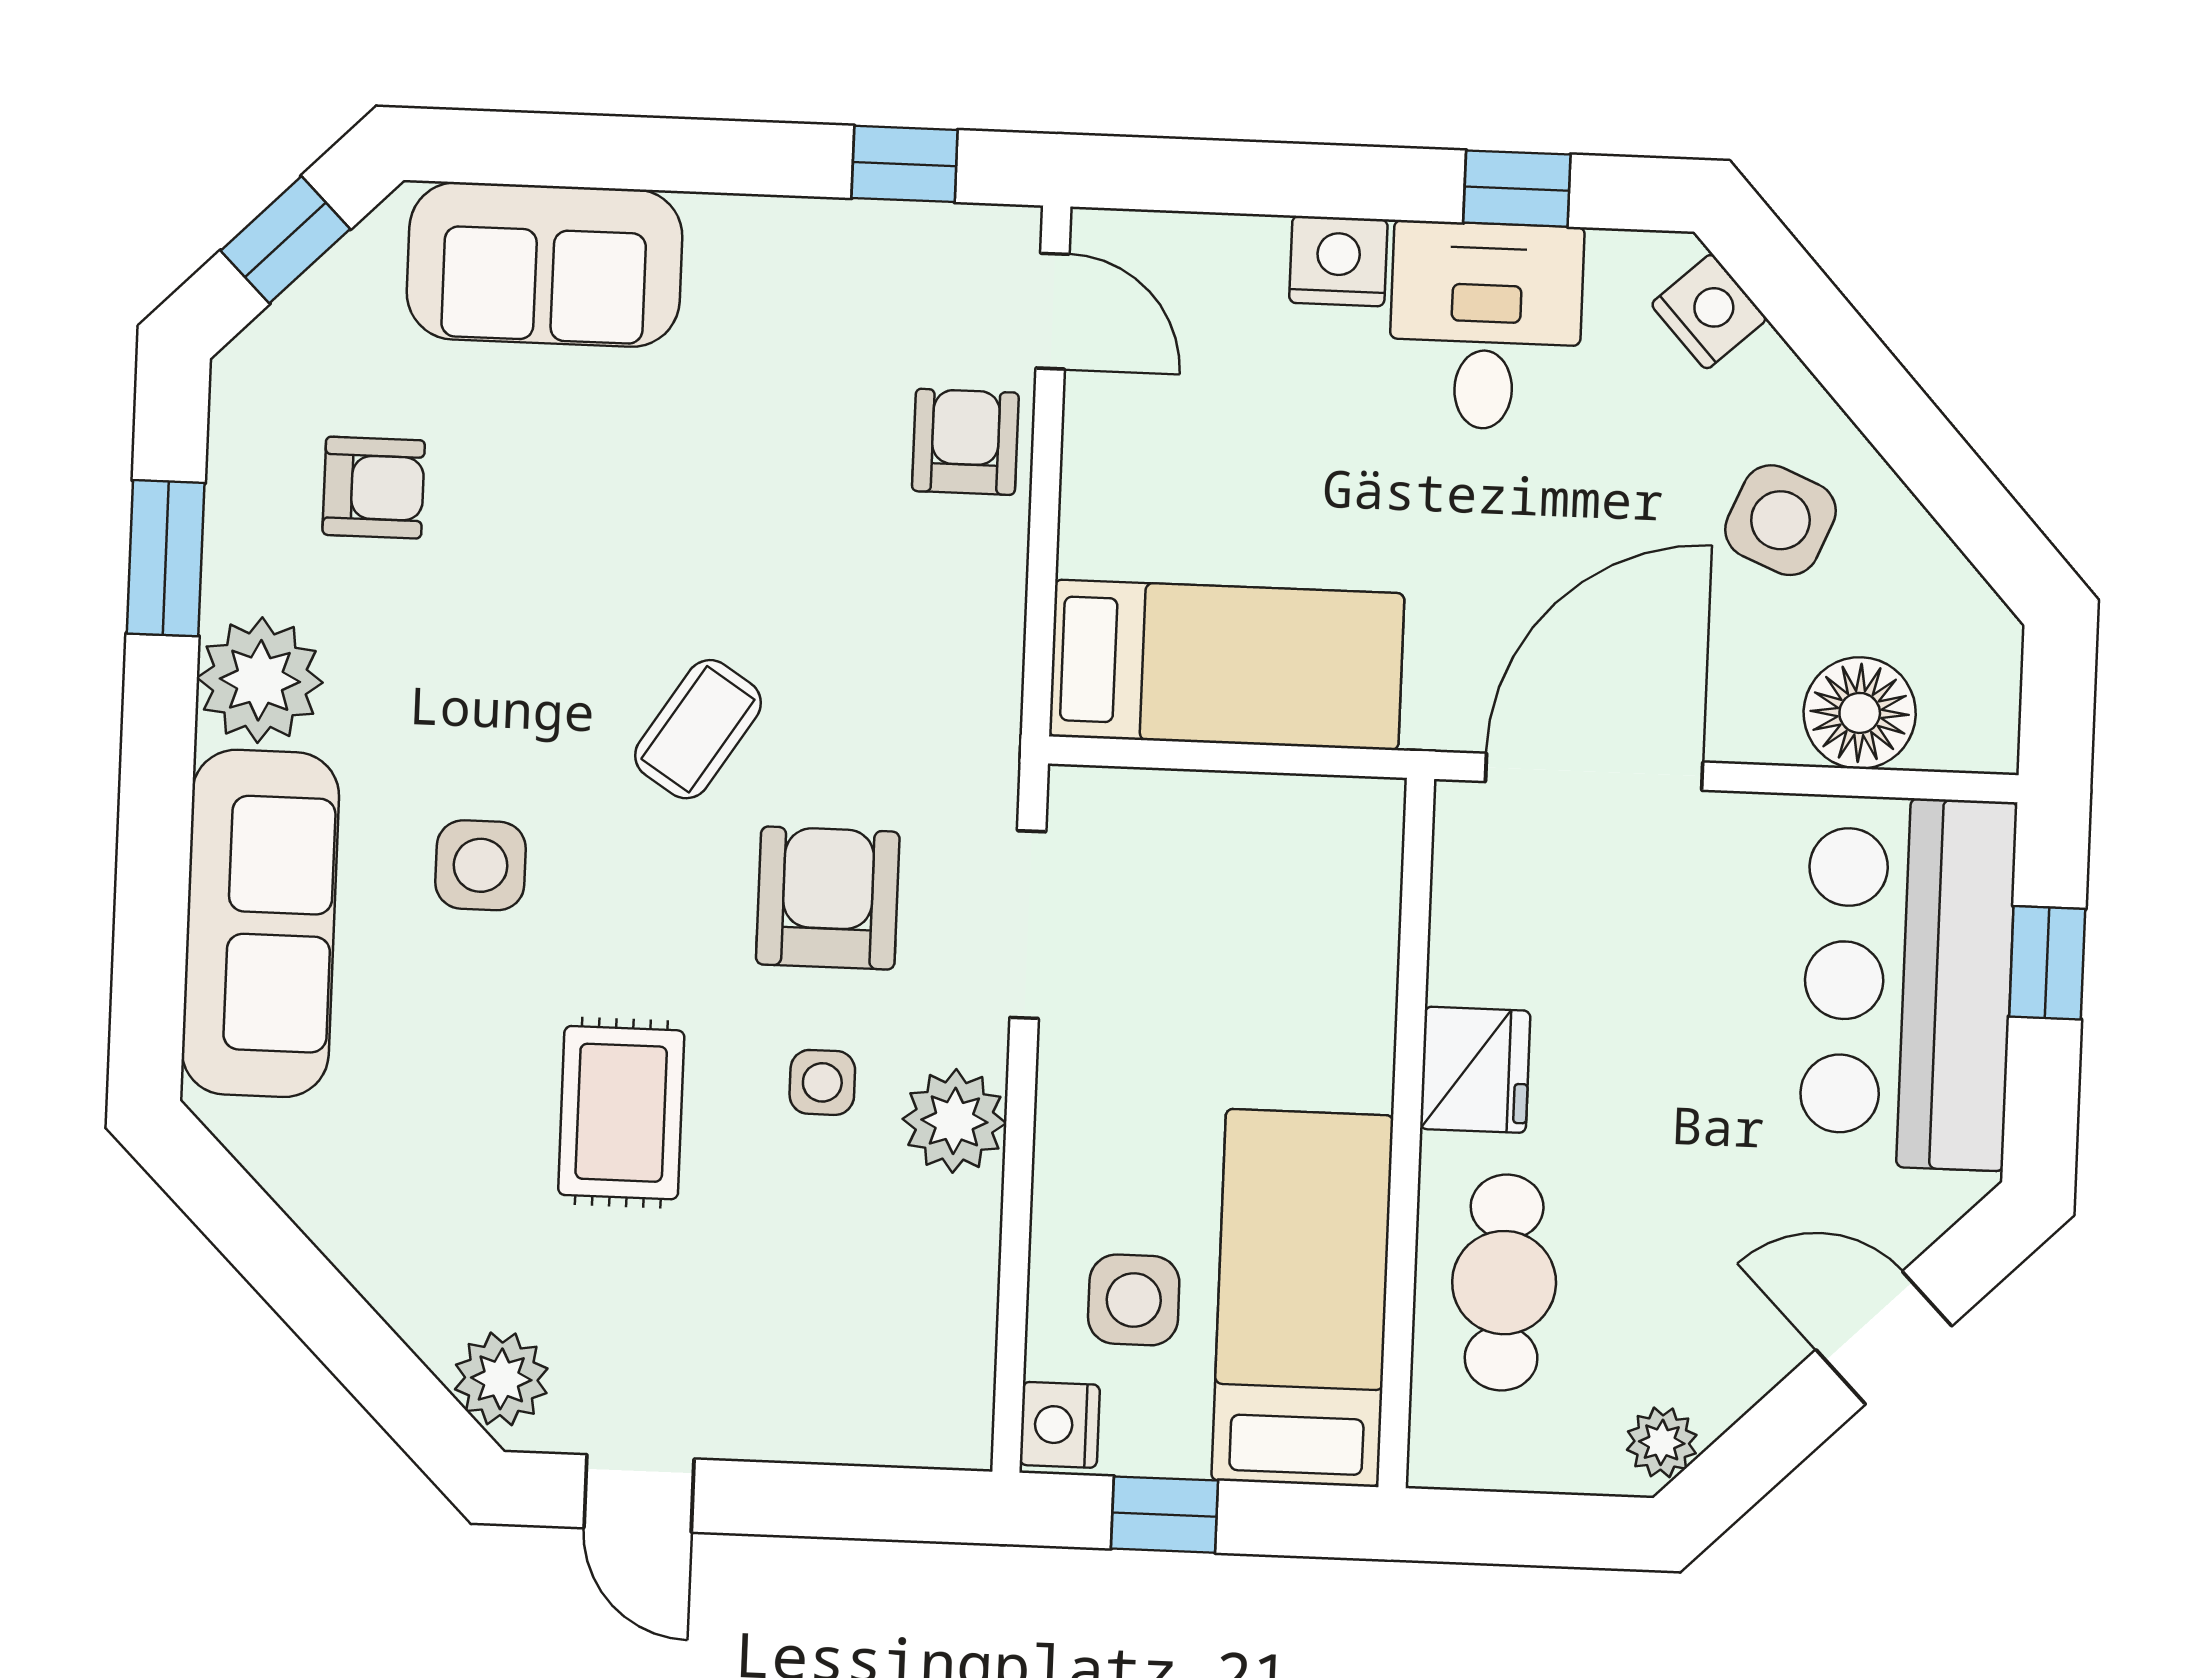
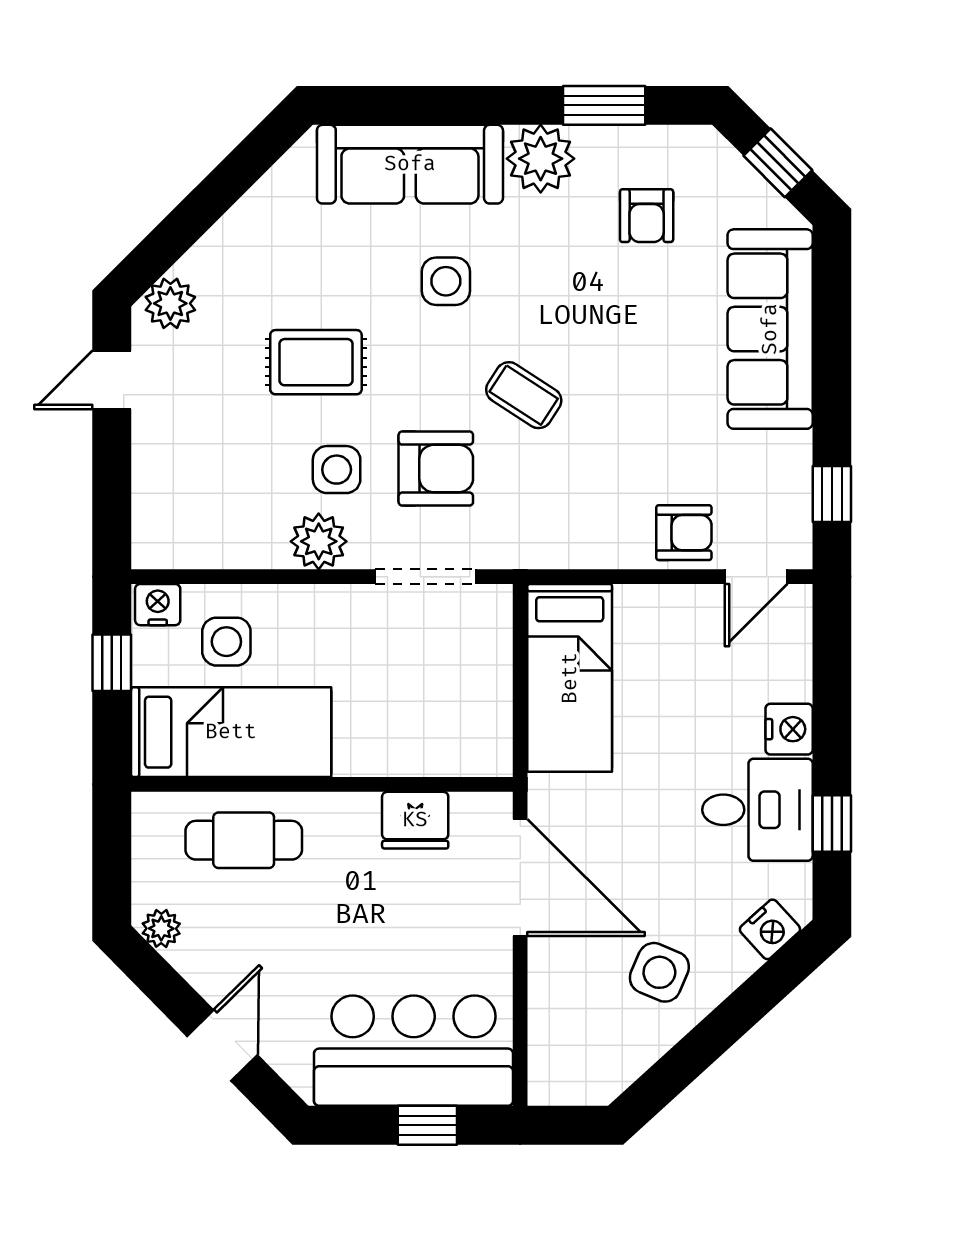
sofa: (544, 264) -> (770, 329), width x1.36
floor lamp: (1860, 713) -> (558, 1019), removed
fridge: (1475, 1070) -> (415, 820), moved
side table: (822, 1082) -> (337, 470), width x1.37, depth x1.37

